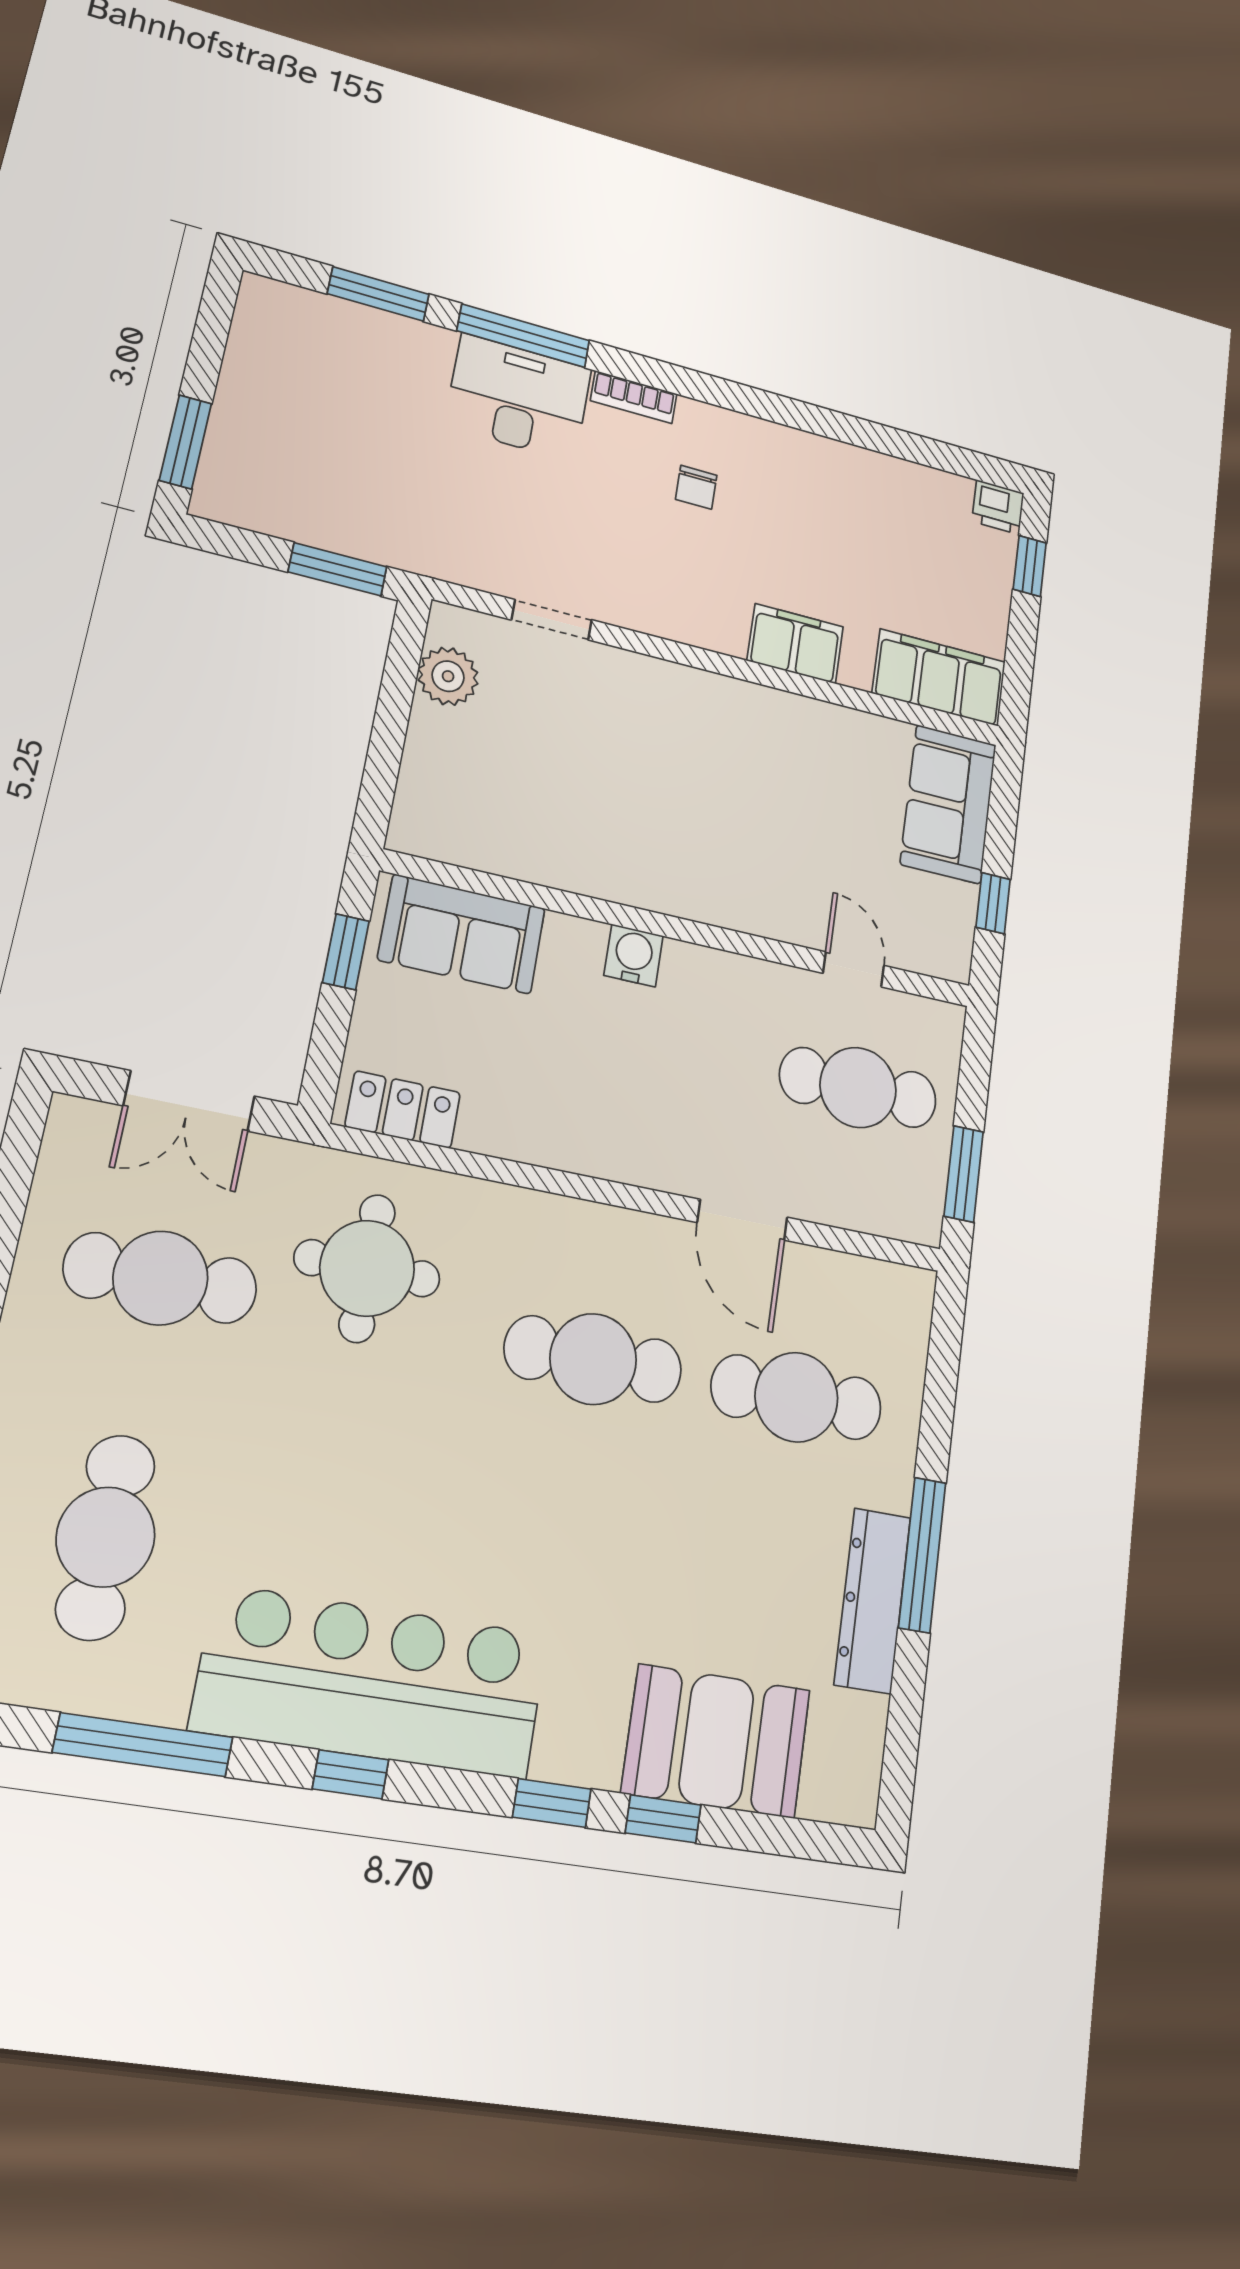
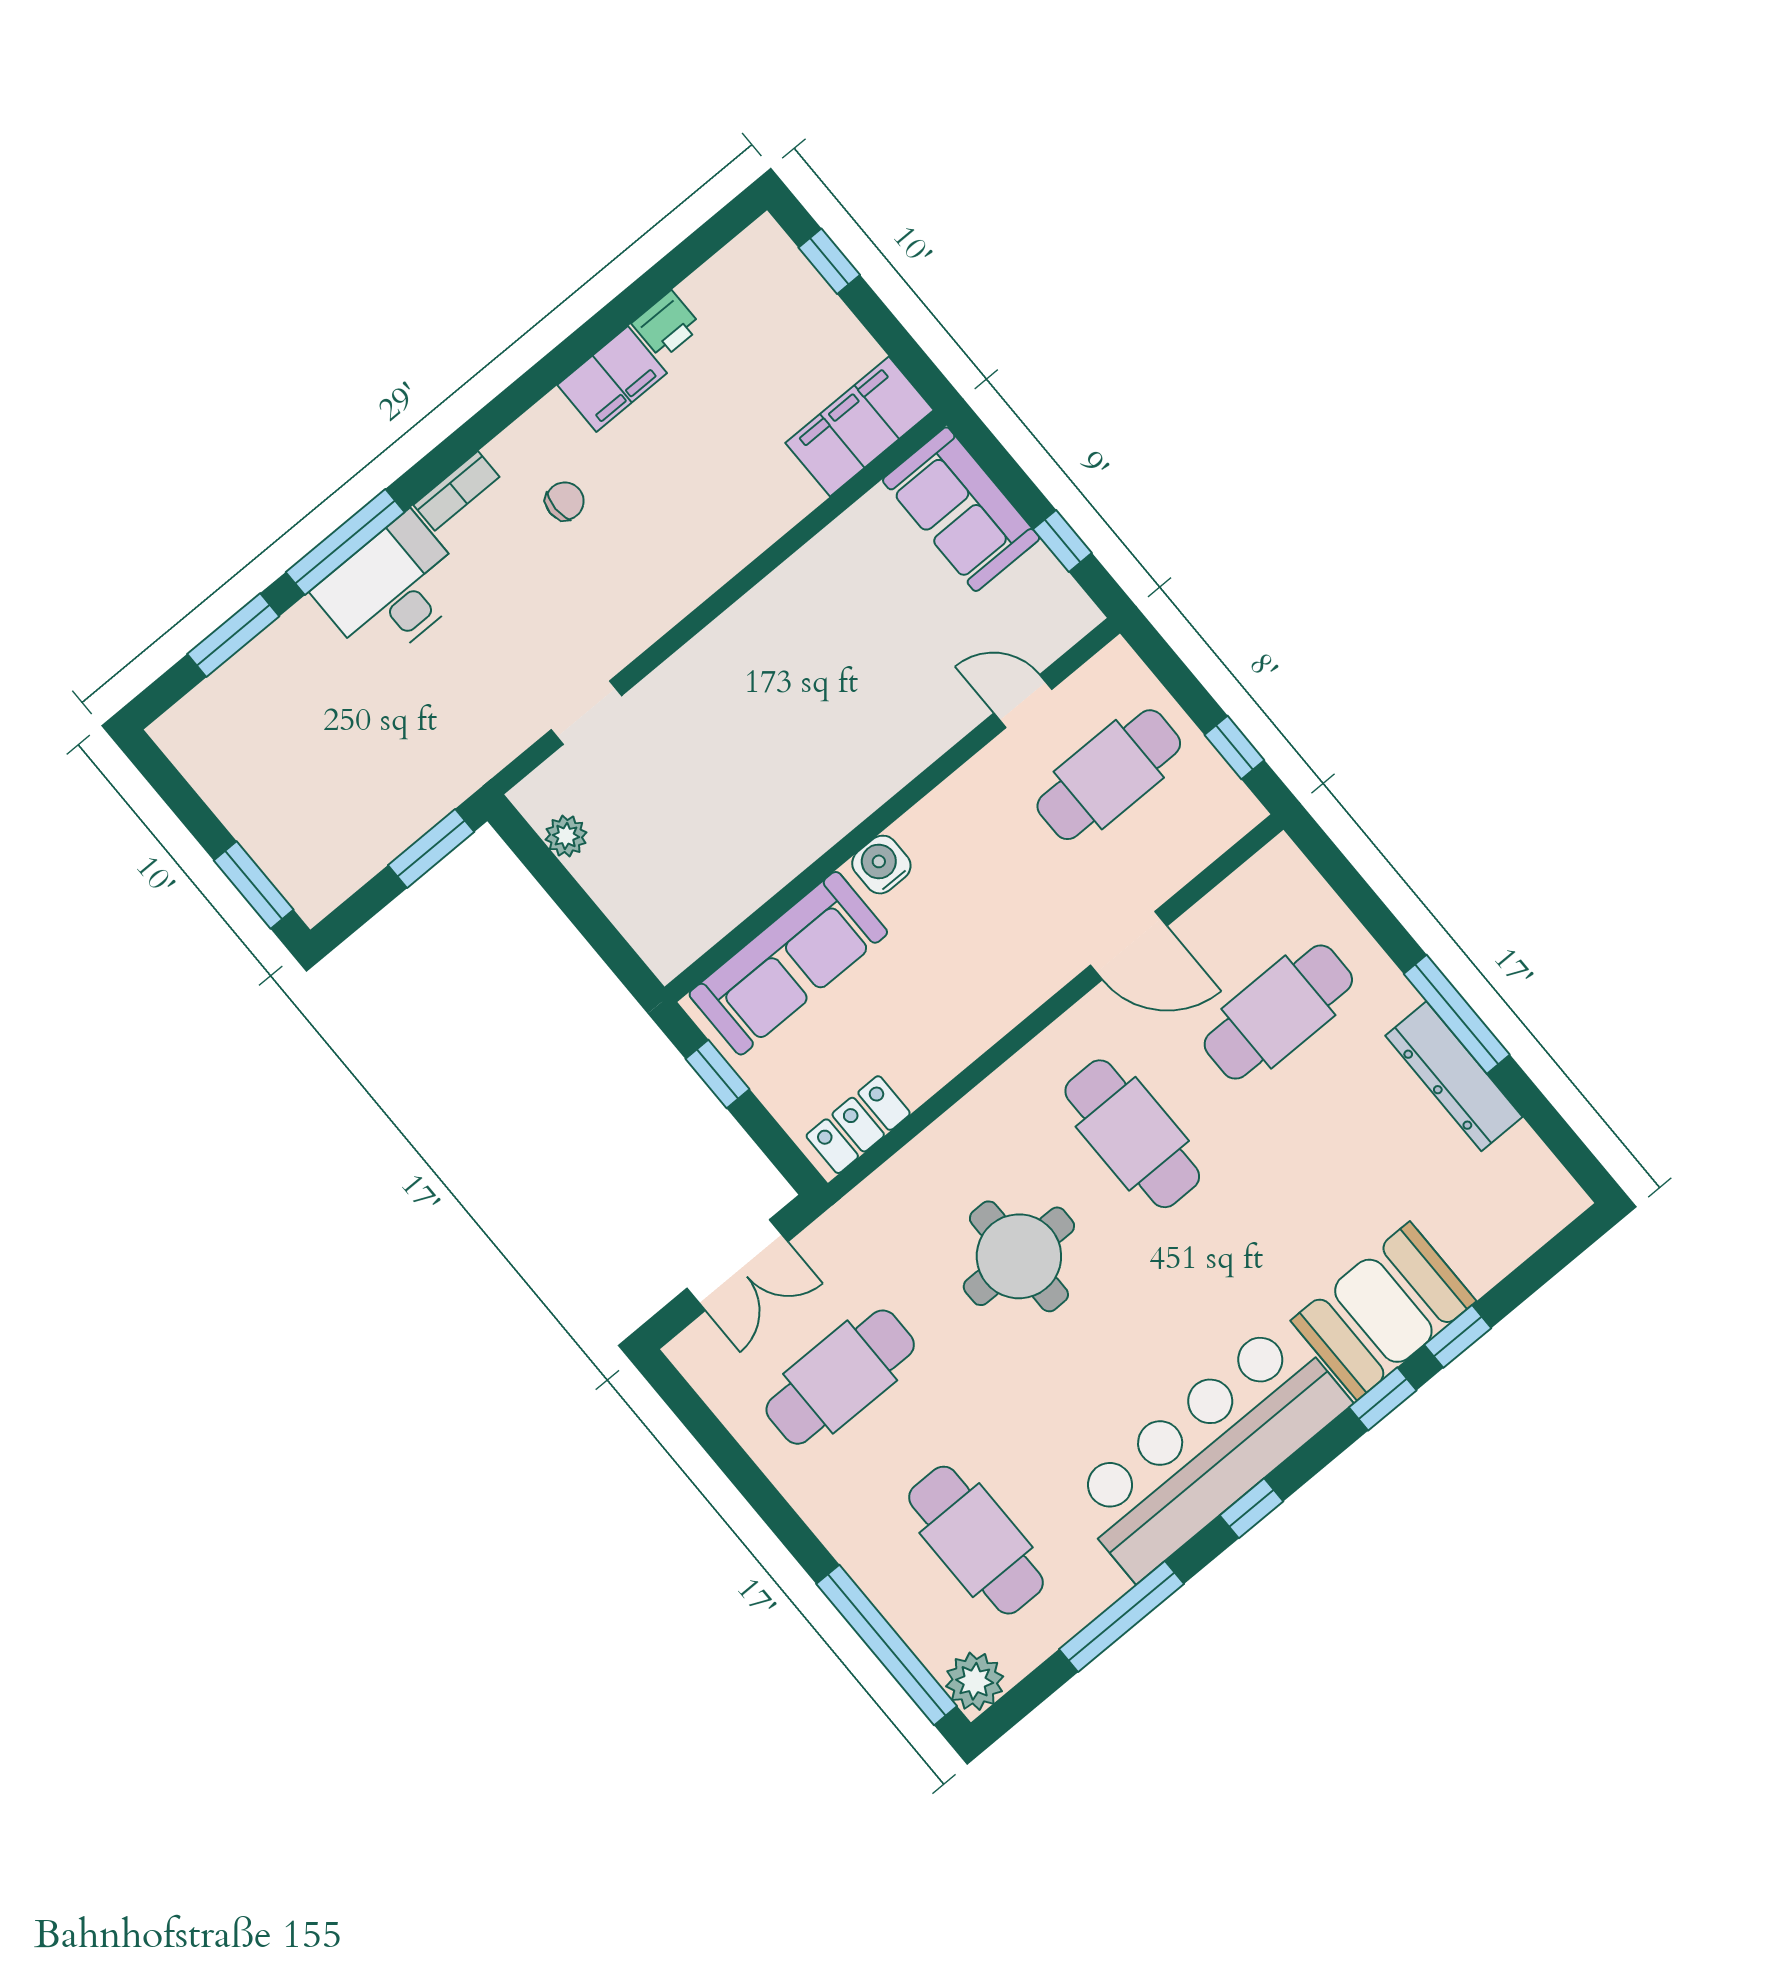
chair: (696, 487) -> (565, 501), turned -90
printer: (998, 507) -> (667, 325), moved
filing cabinet: (795, 644) -> (612, 379), moved, turned 180
plant: (448, 676) -> (566, 836), width x0.73, depth x0.73
sofa: (462, 934) -> (788, 963), width x1.36
window: (964, 1174) -> (1234, 748), width x0.67
round table: (367, 1268) -> (1019, 1256), moved
cafe table: (593, 1359) -> (1132, 1134), turned 90
booth: (716, 1741) -> (1383, 1311), moved

